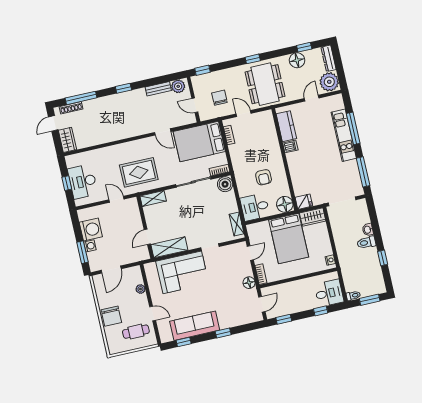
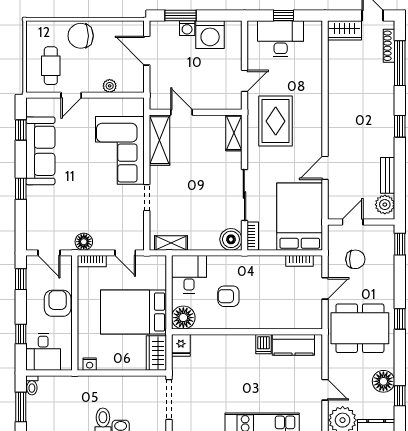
armchair: (294, 291) -> (58, 303), added

